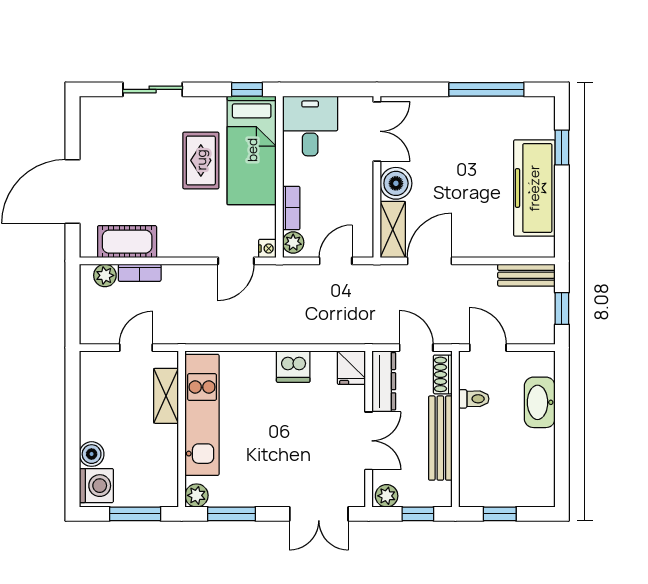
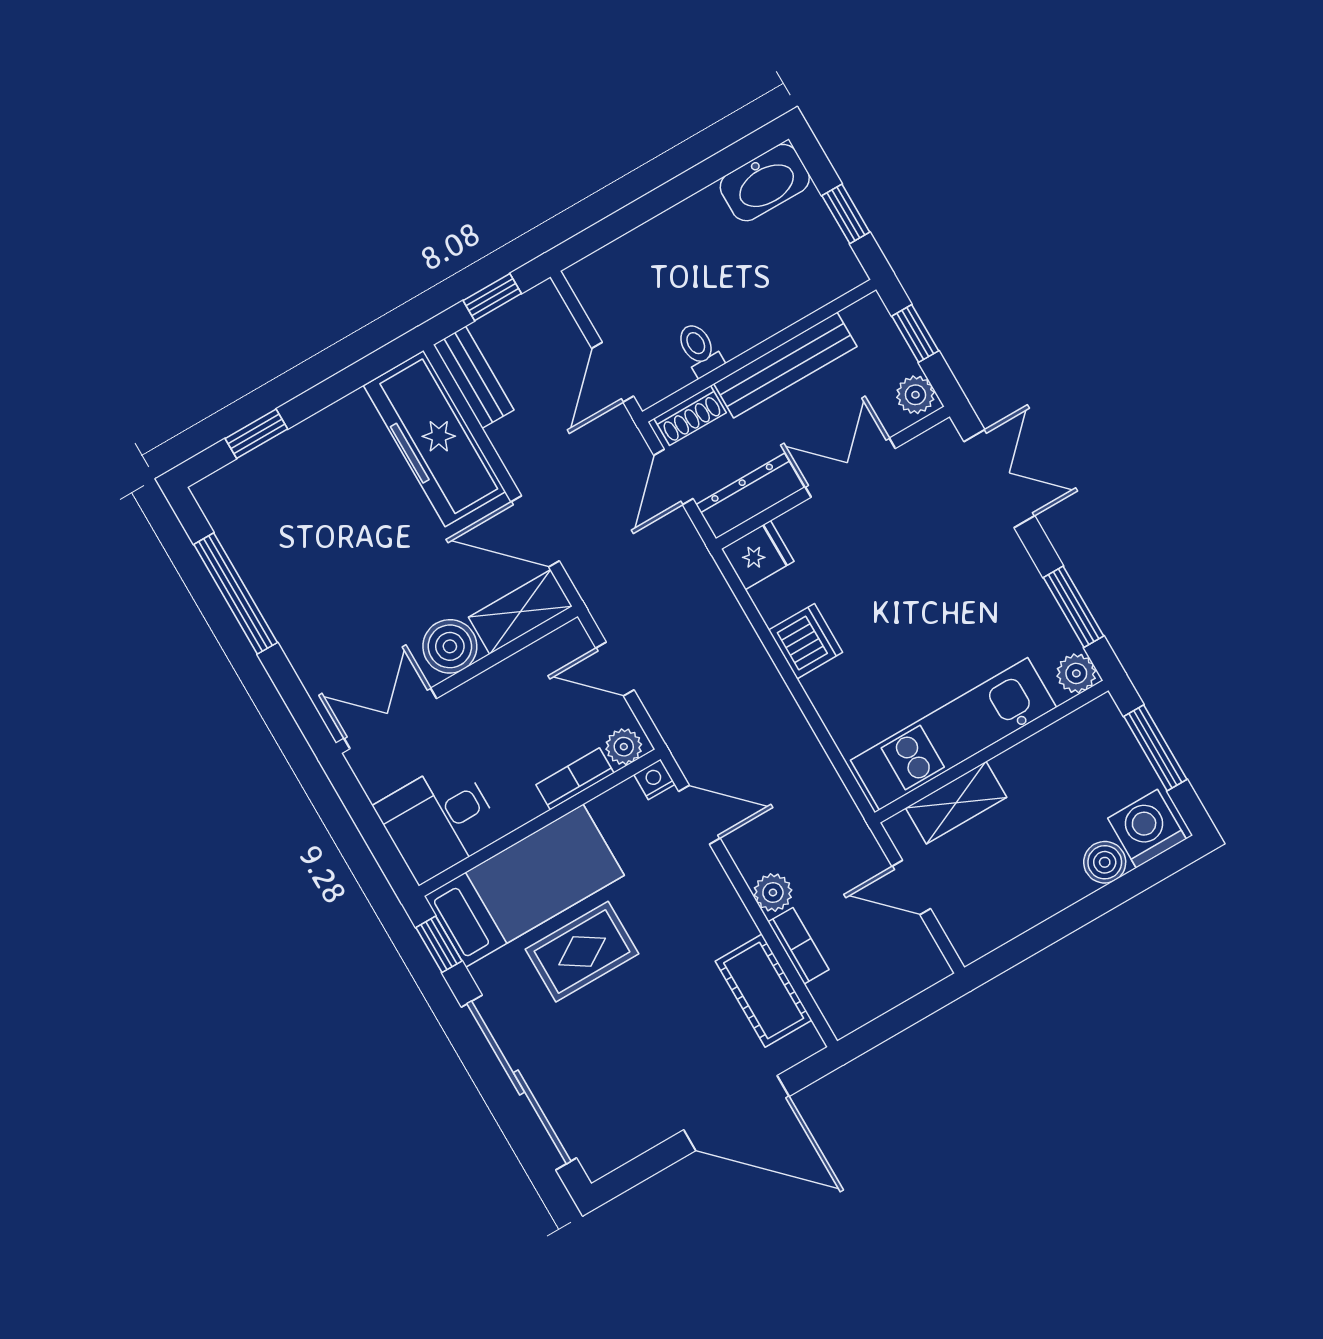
sliding door: (153, 89) -> (519, 1082), width x1.86
freezer: (534, 188) -> (435, 439), moved, turned 90
plant: (105, 275) -> (773, 893), moved
washbasin: (540, 402) -> (765, 183), moved

